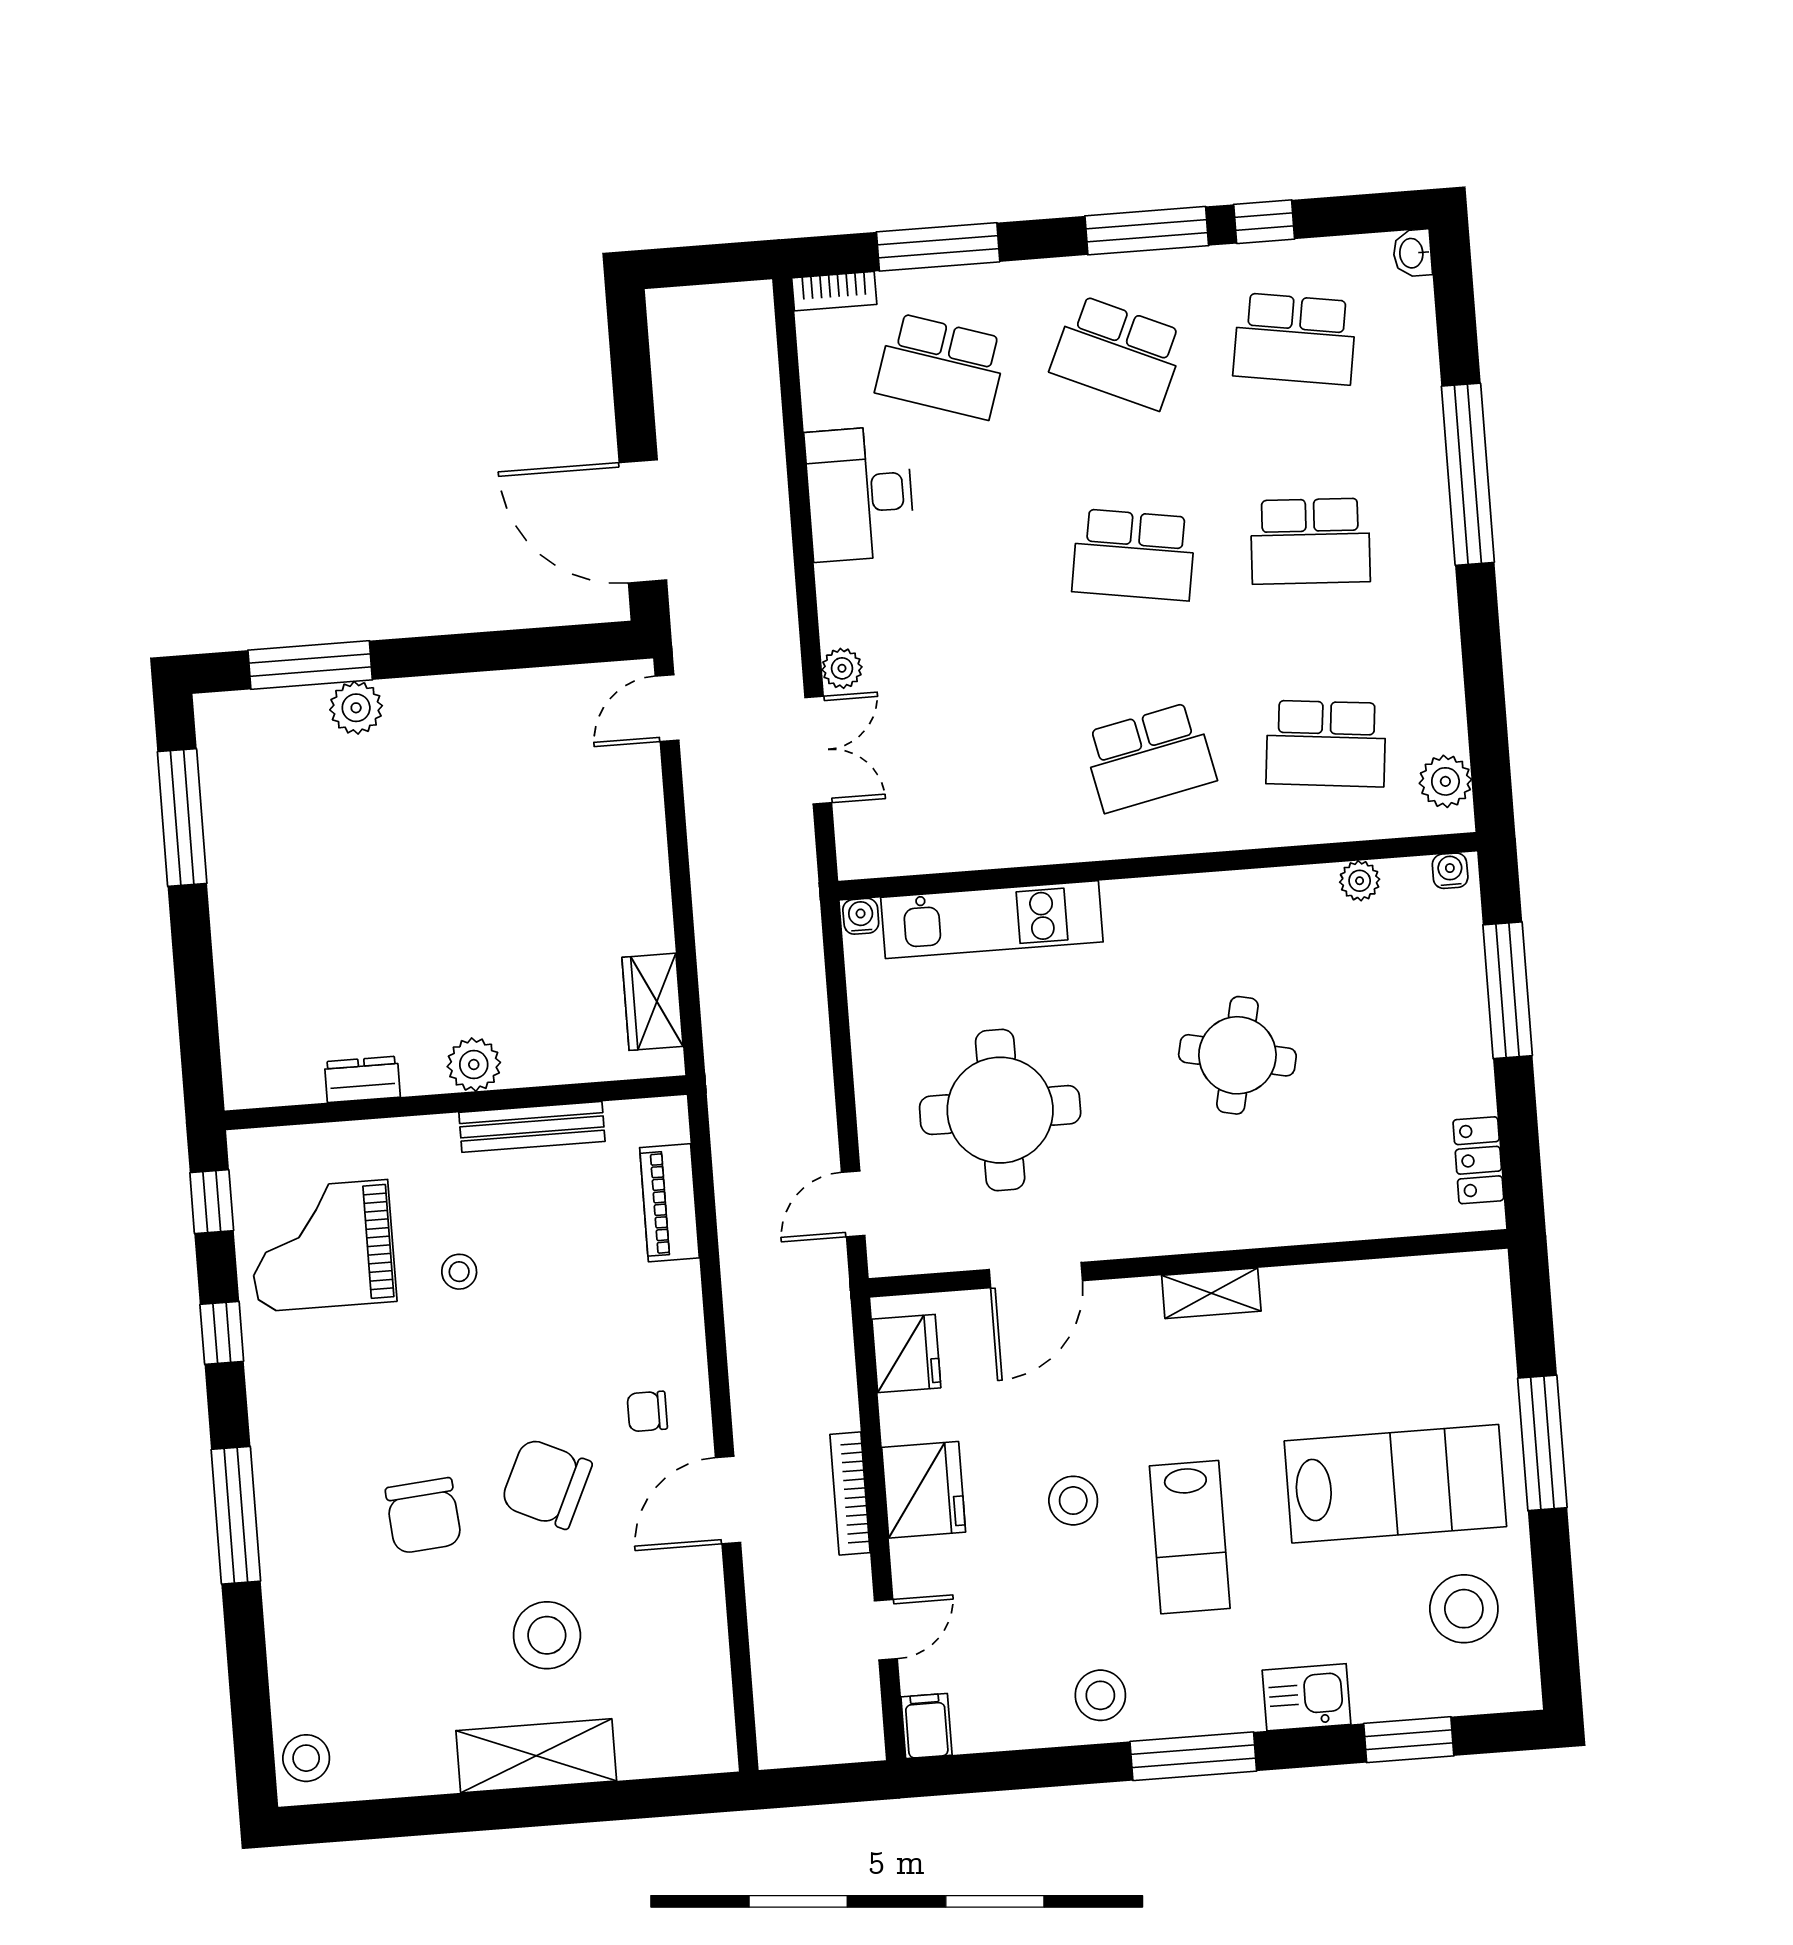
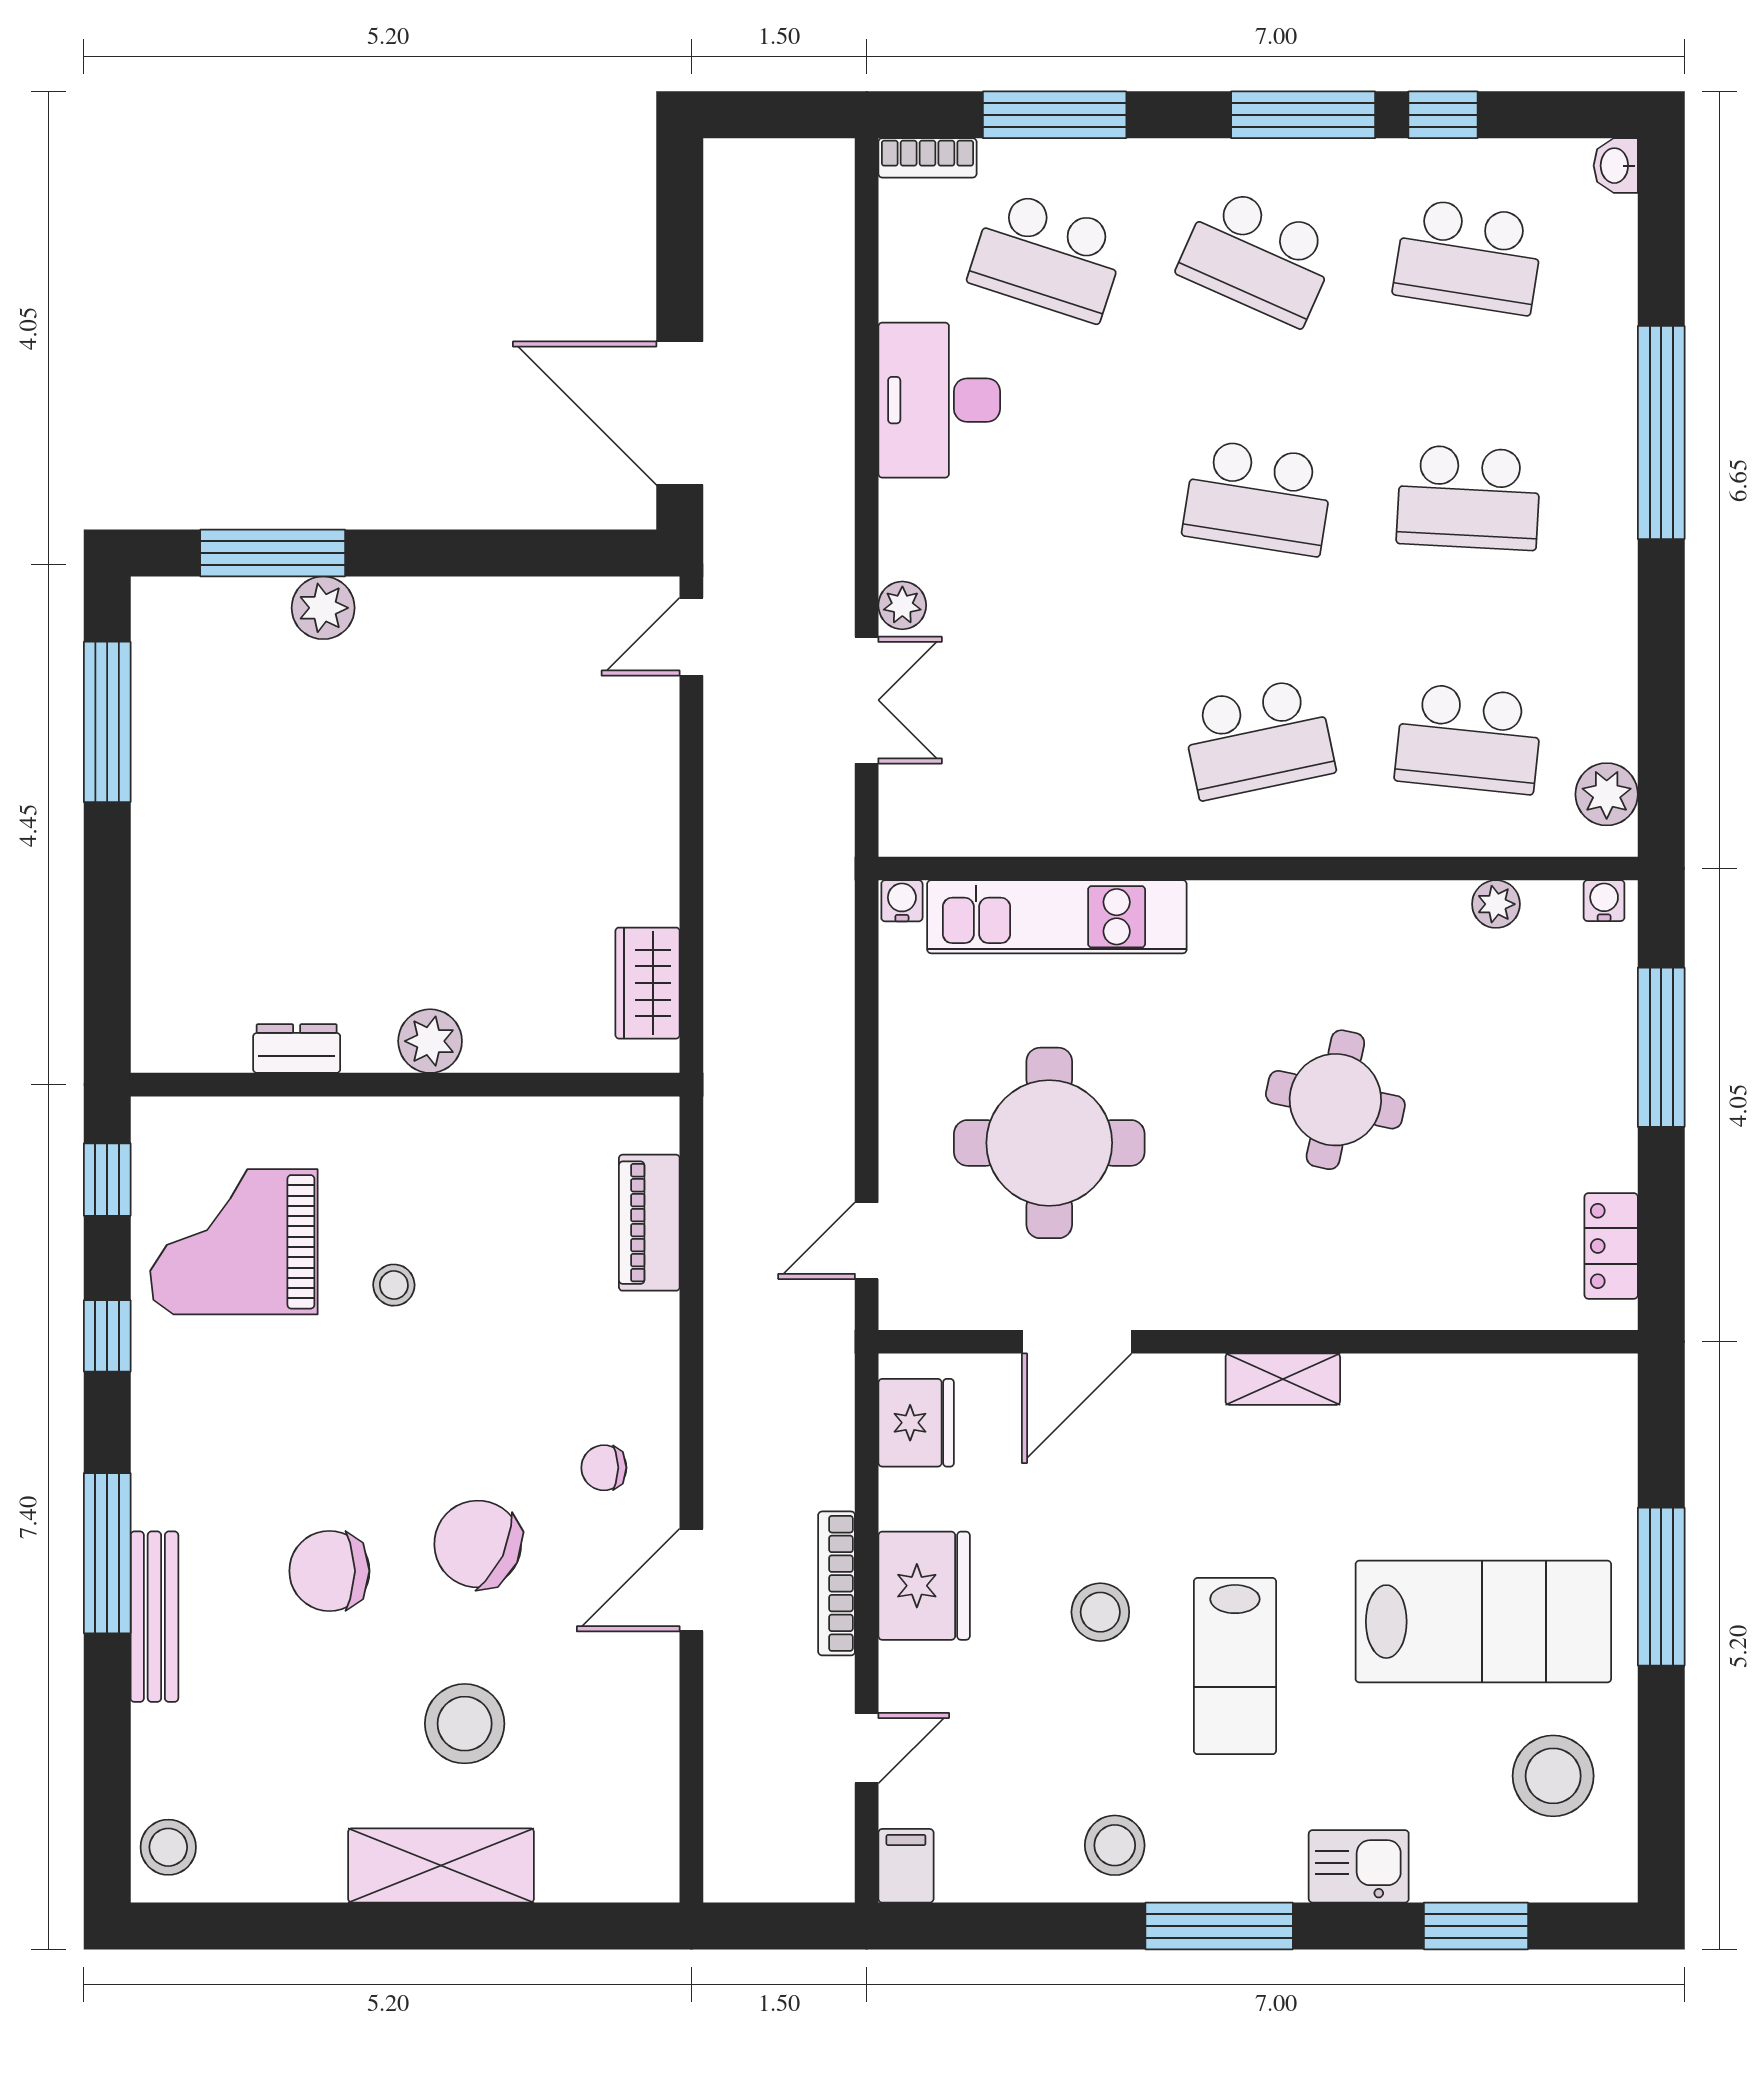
bench: (532, 1127) -> (154, 1617), moved, turned 90
chair: (424, 1516) -> (329, 1571), turned 95

